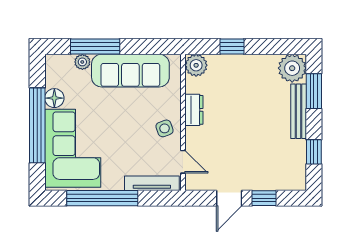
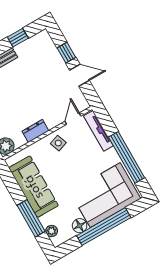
plant: (82, 62) -> (52, 231), moved

